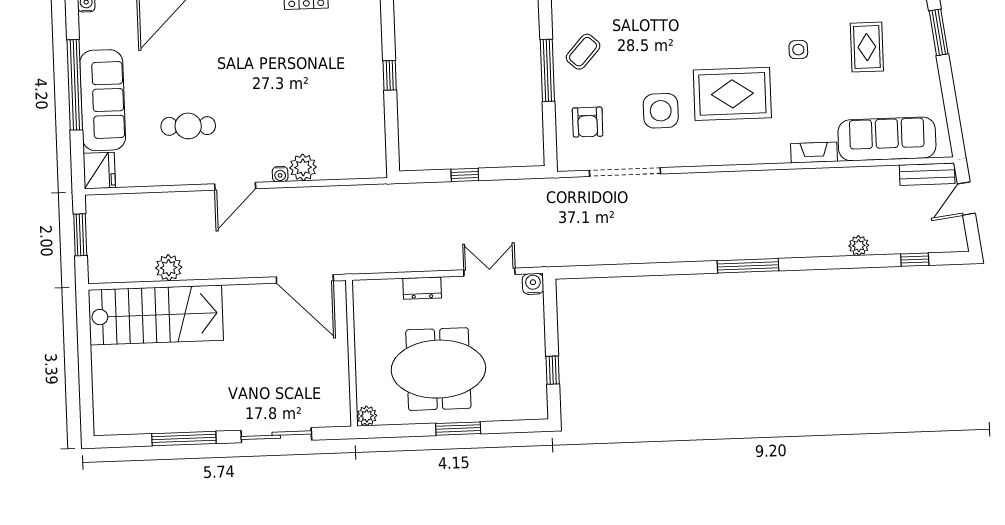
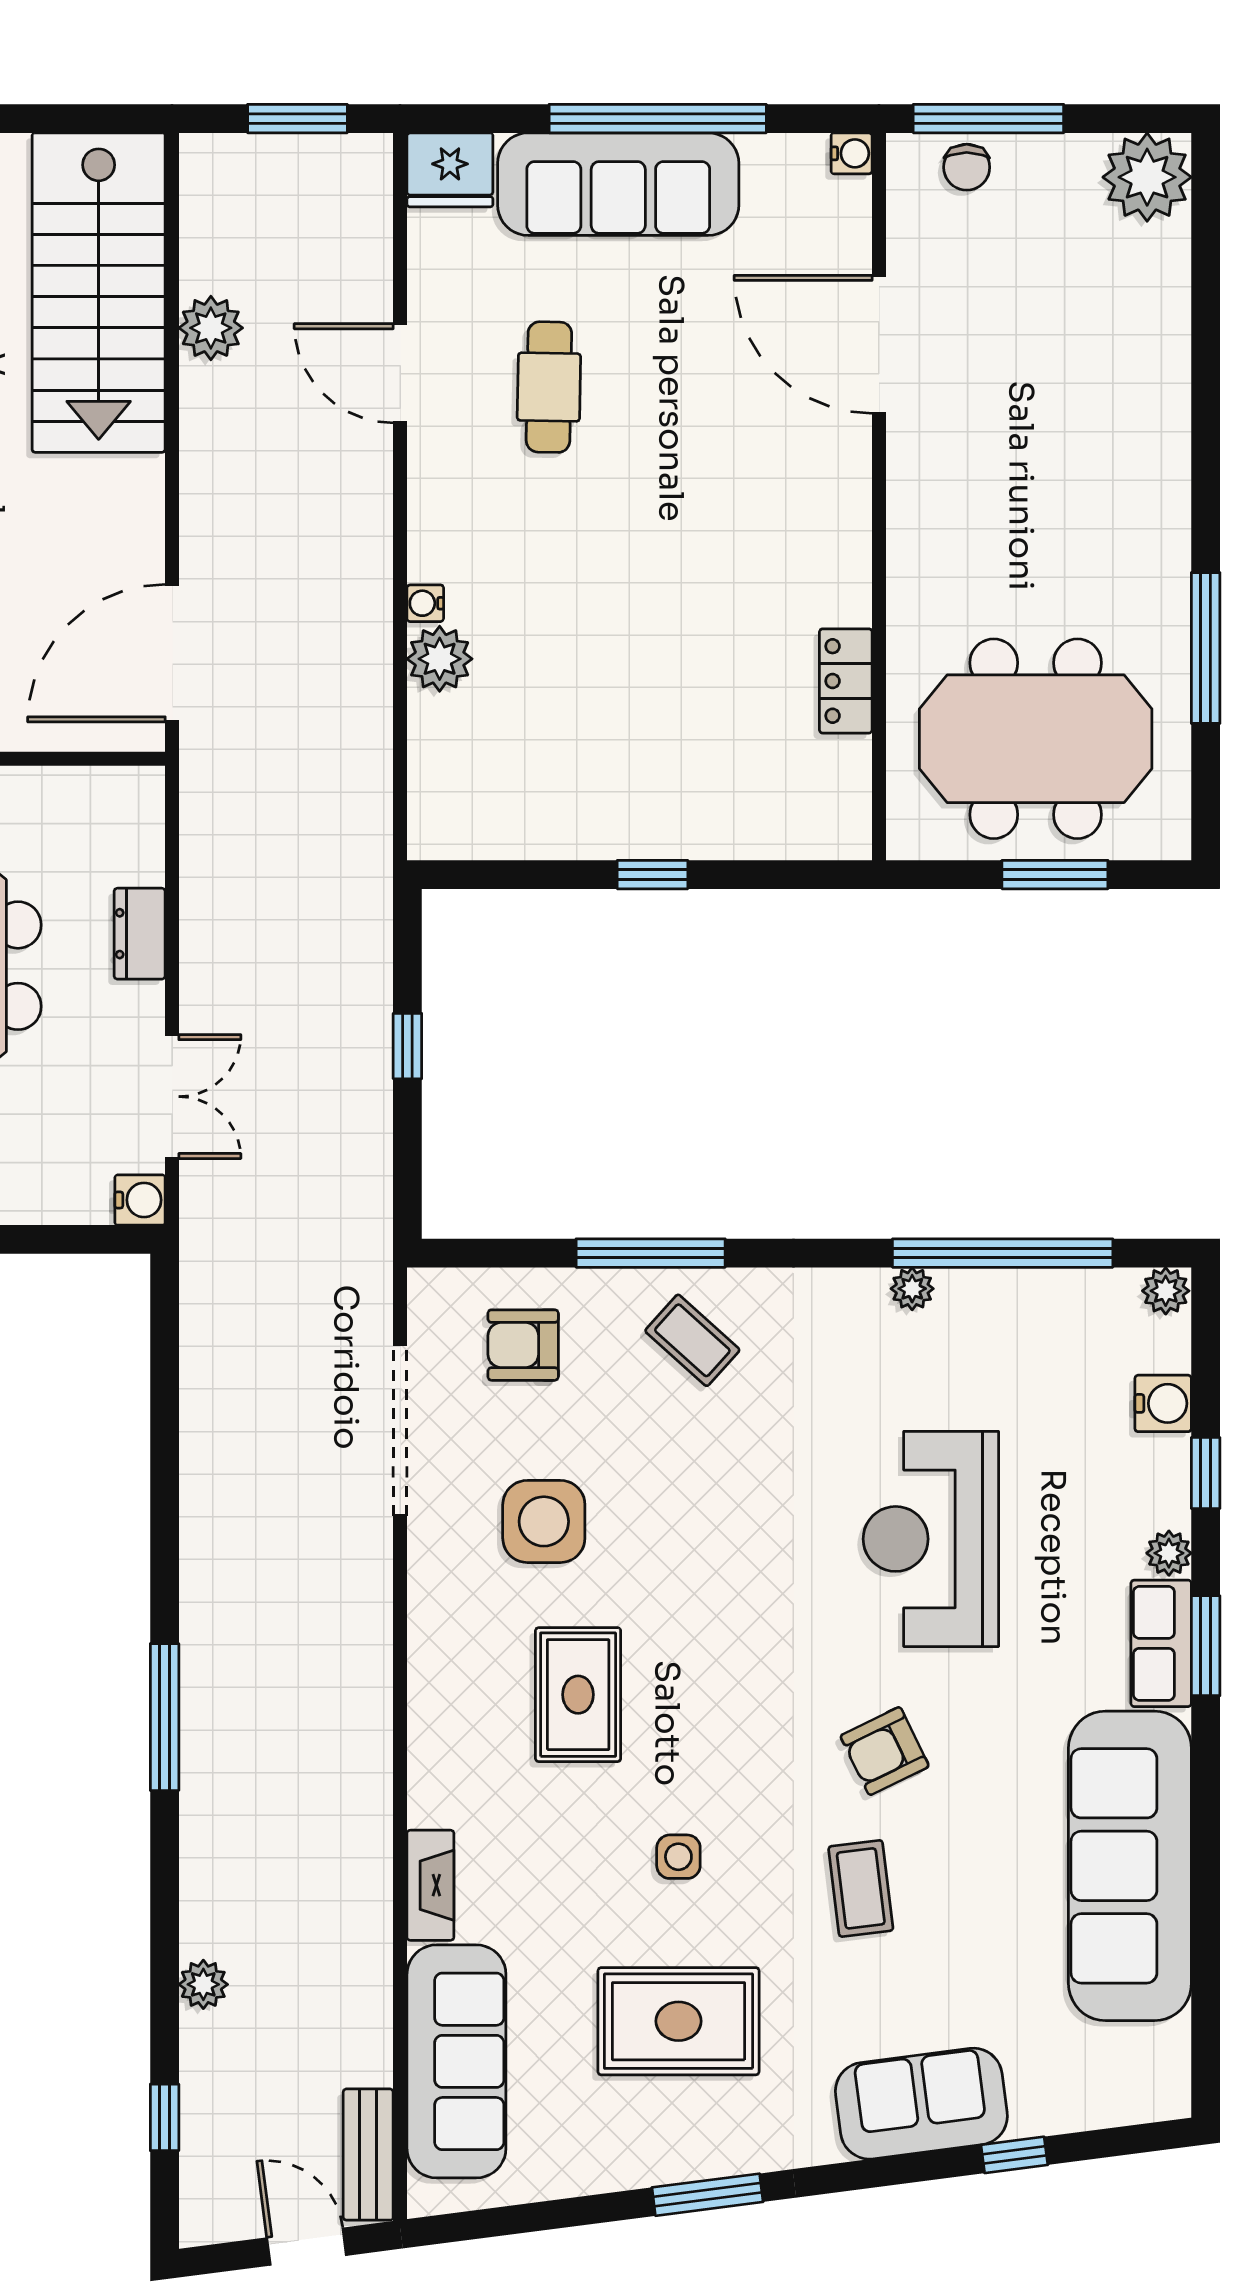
rug: (867, 47) -> (679, 2021), width x1.36, depth x1.43
rug: (732, 94) -> (578, 1695), width x0.73, depth x0.70
door: (235, 186) -> (400, 373), moved

